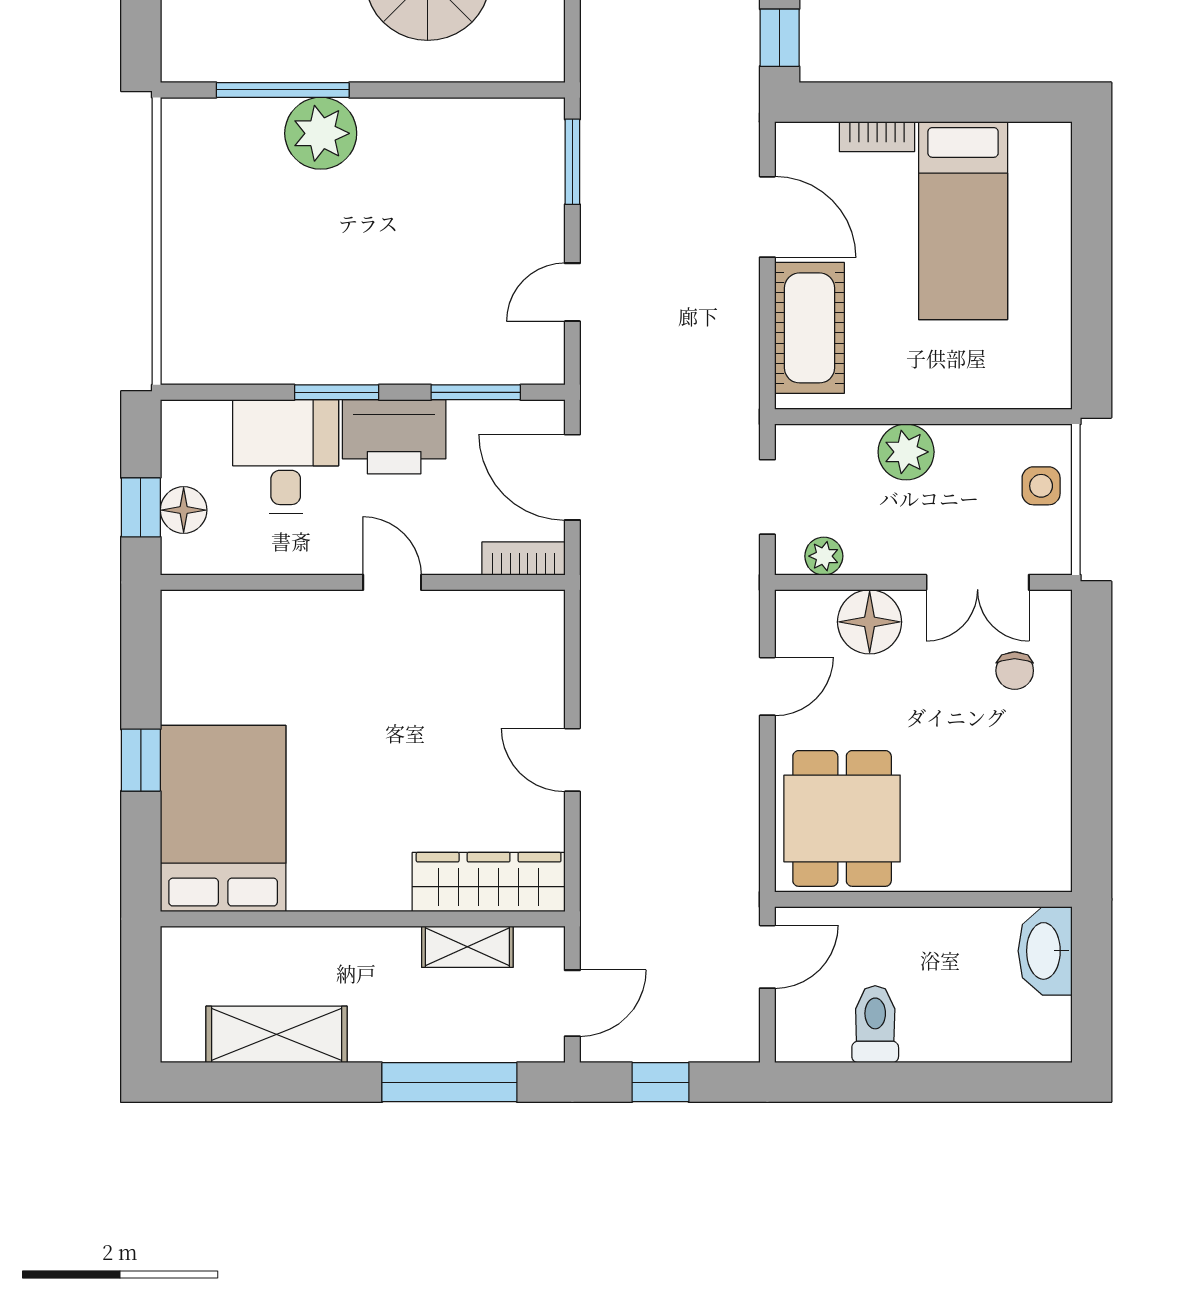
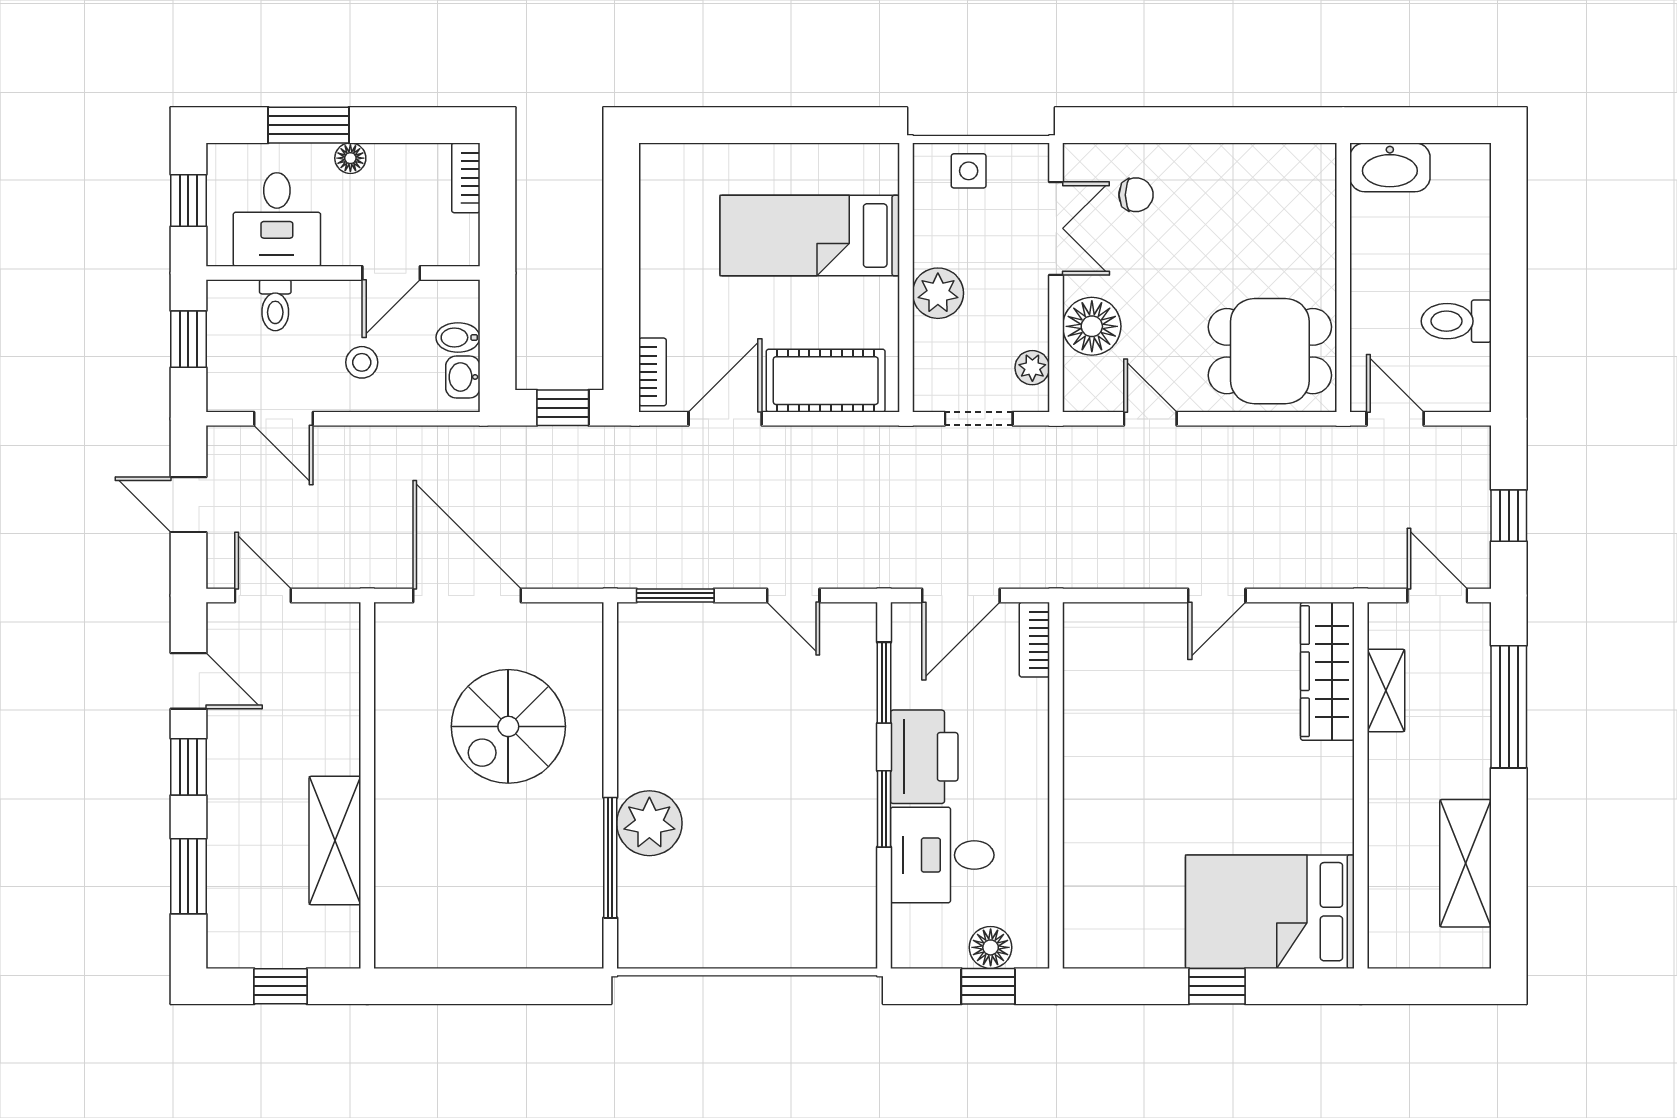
bookcase: (877, 137) -> (652, 372), moved
bed: (963, 221) -> (810, 236), moved, turned 180
door: (392, 582) -> (1056, 759), removed

